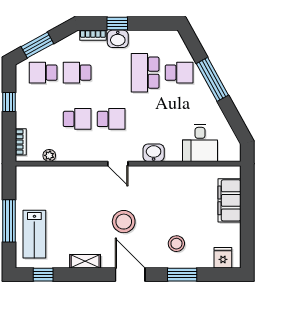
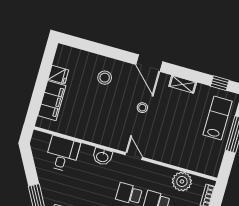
plant: (49, 155) -> (182, 181), width x1.88, depth x1.88
stool: (124, 222) -> (142, 108), width x0.53, depth x0.53
fridge: (223, 258) -> (58, 75), moved, turned -90
window: (182, 275) -> (107, 51), removed

